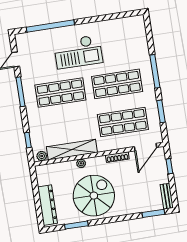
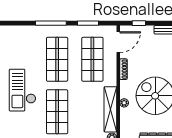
checkout: (78, 52) -> (23, 90), turned 180
door: (146, 147) -> (118, 42), hinge flipped

